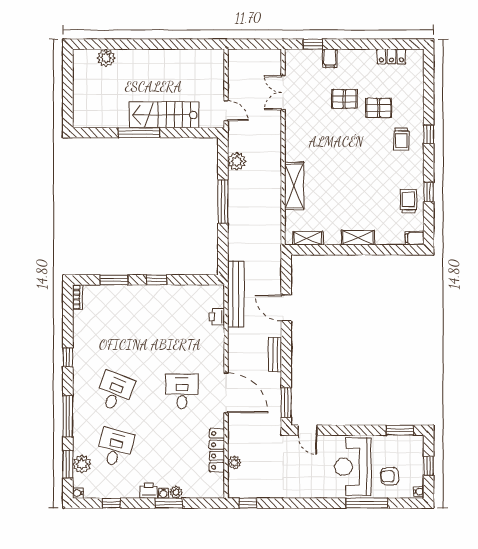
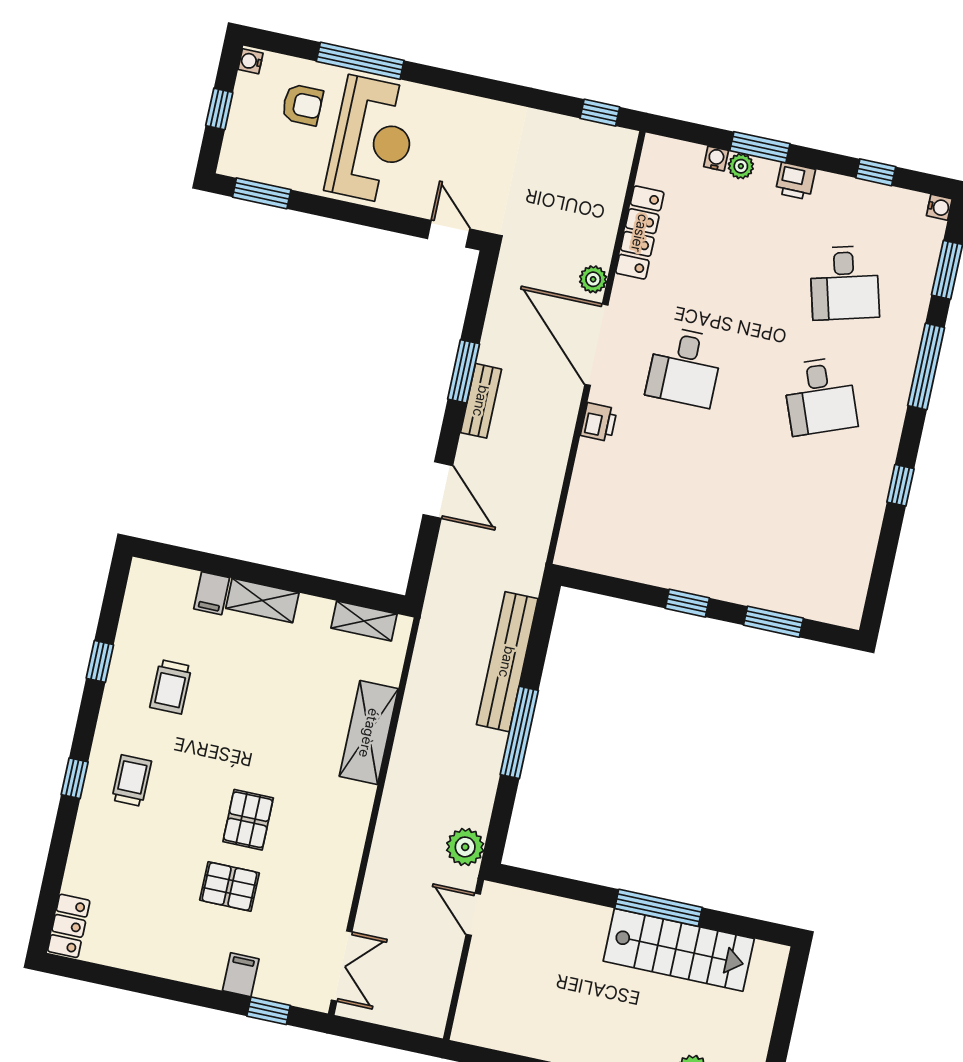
locker: (391, 56) -> (69, 926), moved, turned 90
double door: (283, 93) -> (342, 966), moved
pallet: (379, 108) -> (248, 820), moved, turned 90
stairs: (164, 115) -> (679, 950), moved
plant: (237, 161) -> (465, 847), moved
trolley: (408, 201) -> (171, 687), moved
filing cabinet: (415, 238) -> (212, 593), moved, turned 90
bench: (236, 294) -> (507, 662), moved
bookcase: (78, 297) -> (854, 603), removed
printer: (217, 317) -> (599, 422), moved
desk: (115, 391) -> (820, 396), turned -42
window: (286, 402) -> (464, 371), moved
desk: (115, 448) -> (844, 283), turned -30
plant: (234, 463) -> (593, 279), moved
plant: (82, 464) -> (919, 264), removed
water cooler: (163, 493) -> (716, 159), moved

